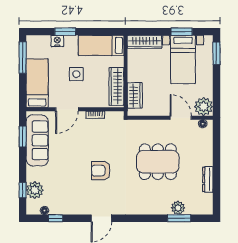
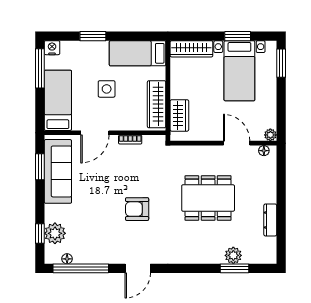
nightstand: (57, 41) -> (52, 48), moved
plant: (204, 107) -> (270, 135), width x0.53, depth x0.53
window: (56, 218) -> (81, 268), width x3.17

